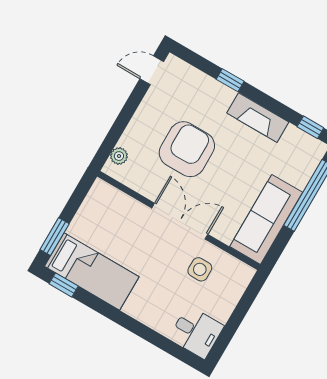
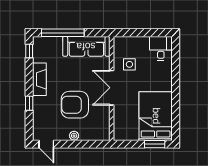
plant: (119, 156) -> (74, 136), moved
bed: (92, 271) -> (156, 116), width x1.50
window: (64, 285) -> (176, 126), removed

